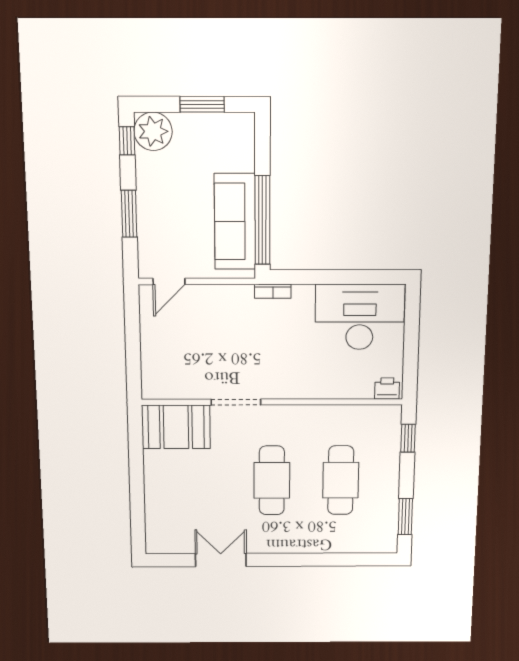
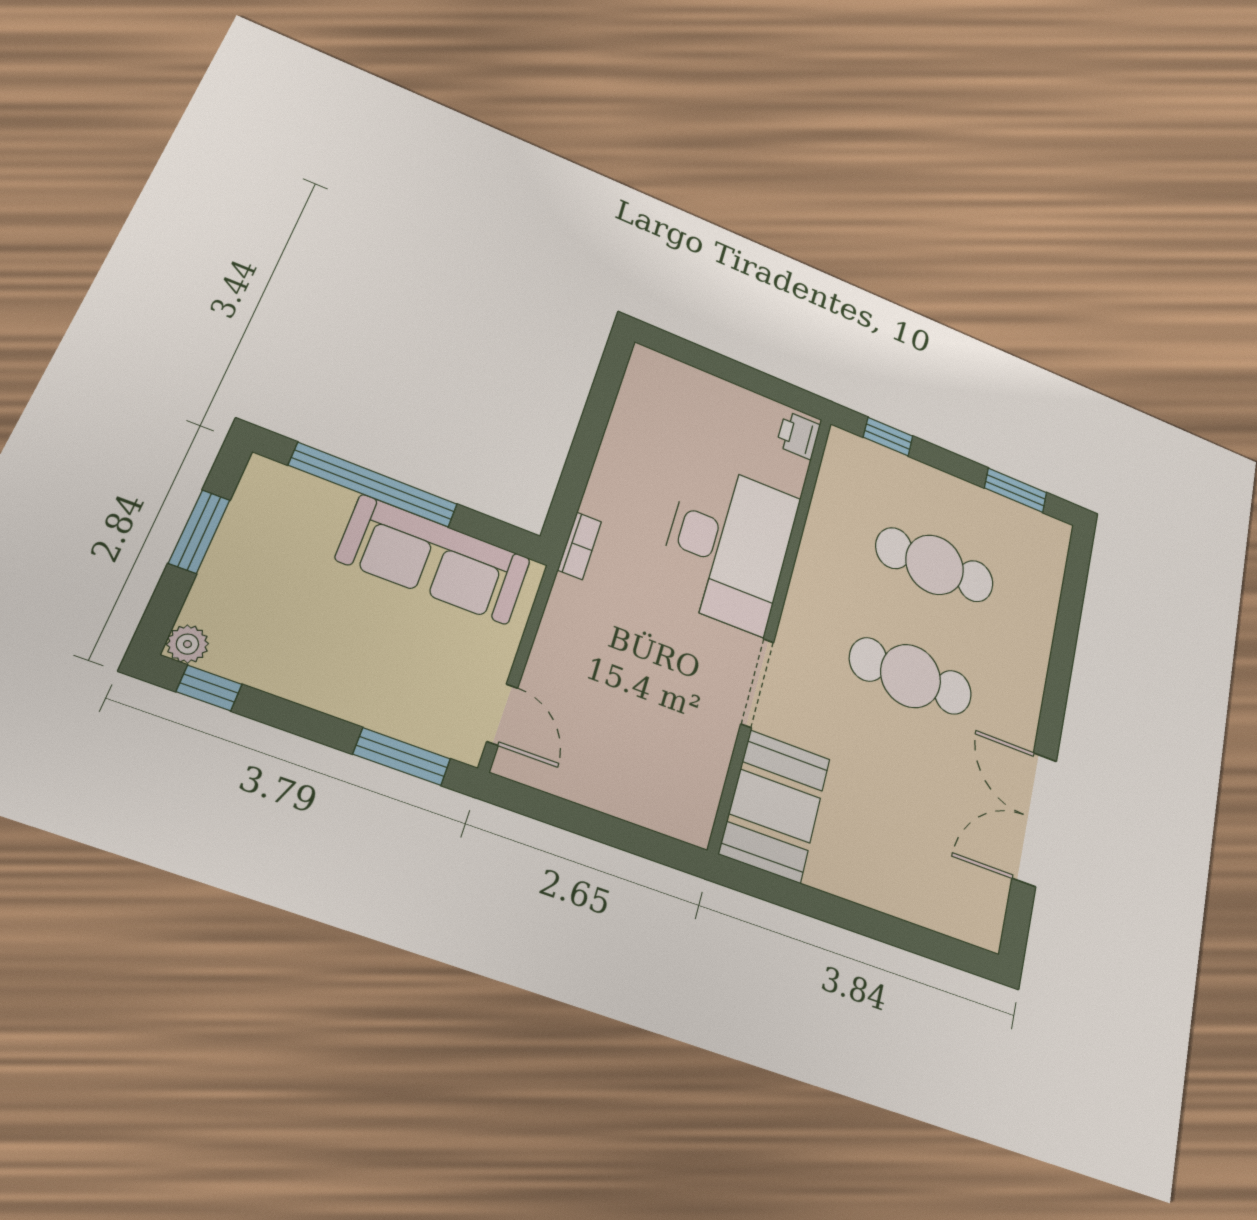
plant: (153, 131) -> (187, 644), width x0.53, depth x0.53
window: (129, 214) -> (402, 756), moved
window: (262, 220) -> (373, 485), moved
desk: (360, 317) -> (728, 545), moved, turned 180
double door: (221, 560) -> (1035, 819), width x1.37

